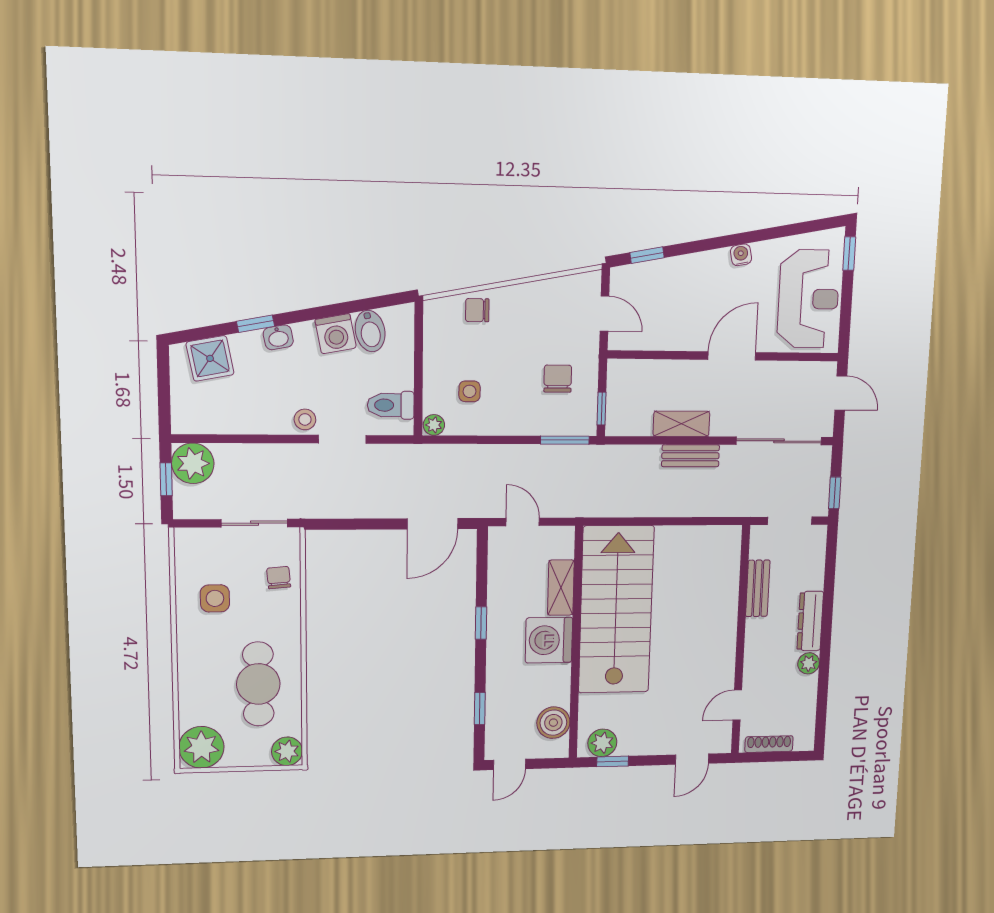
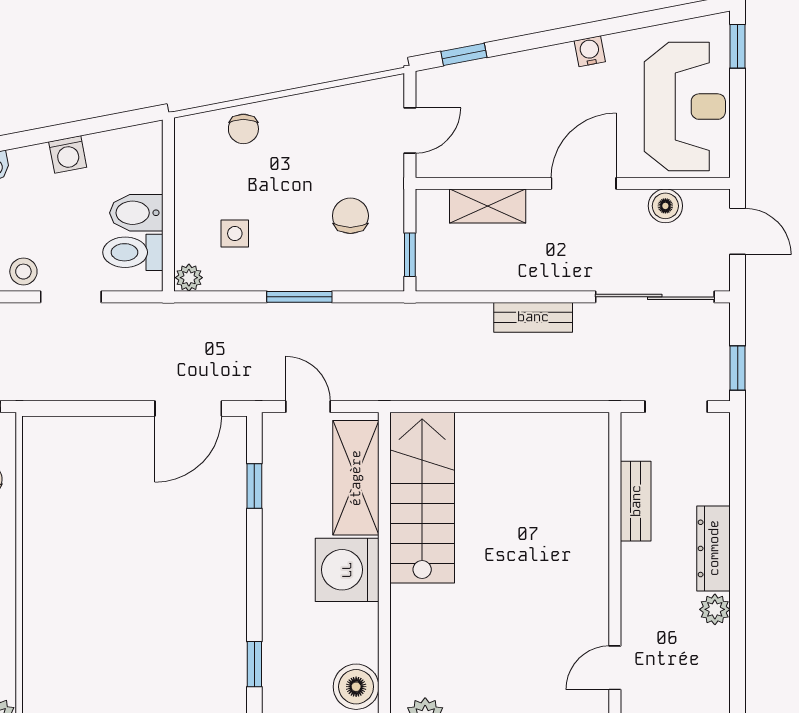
chair: (477, 310) -> (243, 129), turned -90
door: (604, 314) -> (410, 131), hinge flipped
bidet: (370, 331) -> (136, 213), moved, turned 101
washing machine: (336, 334) -> (68, 154), width x0.73, depth x0.73
boiler: (790, 374) -> (665, 206), added
shelving: (681, 424) -> (488, 206), moved
window: (565, 440) -> (299, 297), moved
shelving: (561, 588) -> (356, 478), width x1.50, depth x1.33
stairs: (616, 610) -> (422, 498), width x0.73, depth x0.66
window: (481, 623) -> (254, 486), moved

